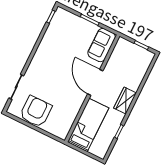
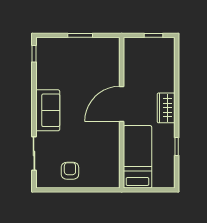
sofa: (102, 45) -> (48, 110), moved, turned 180
door: (95, 82) -> (122, 104), hinge flipped
armchair: (36, 111) -> (70, 171), width x0.53, depth x0.53

